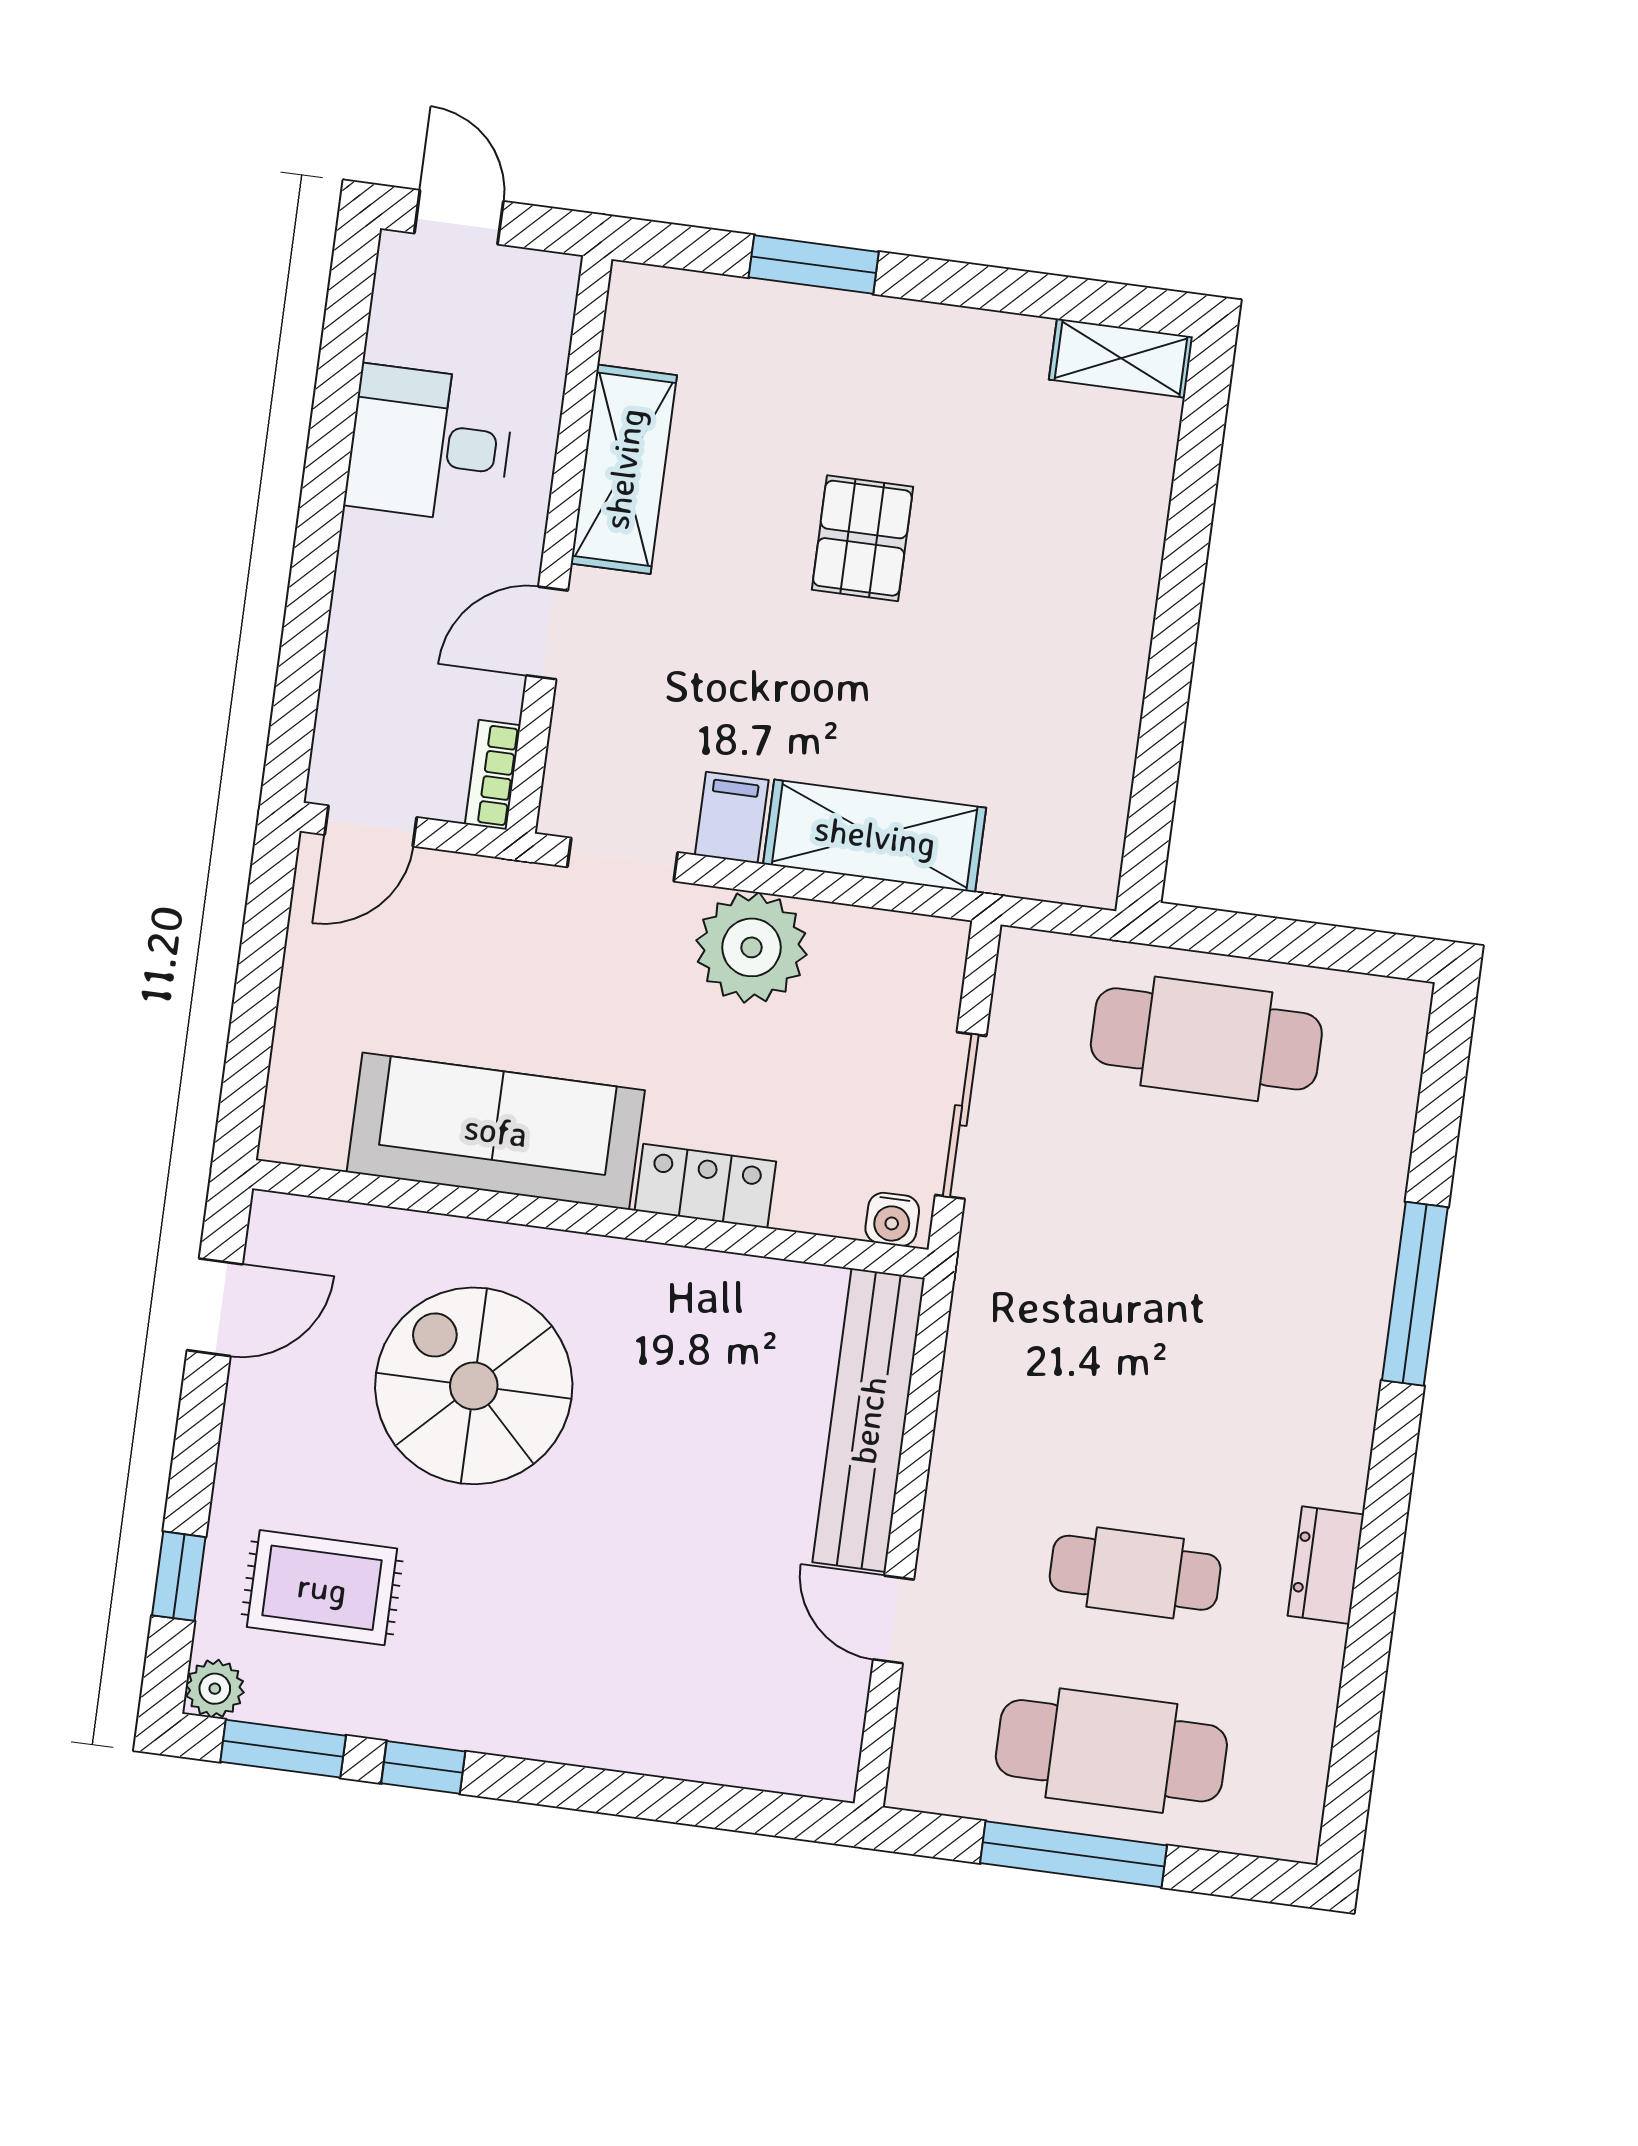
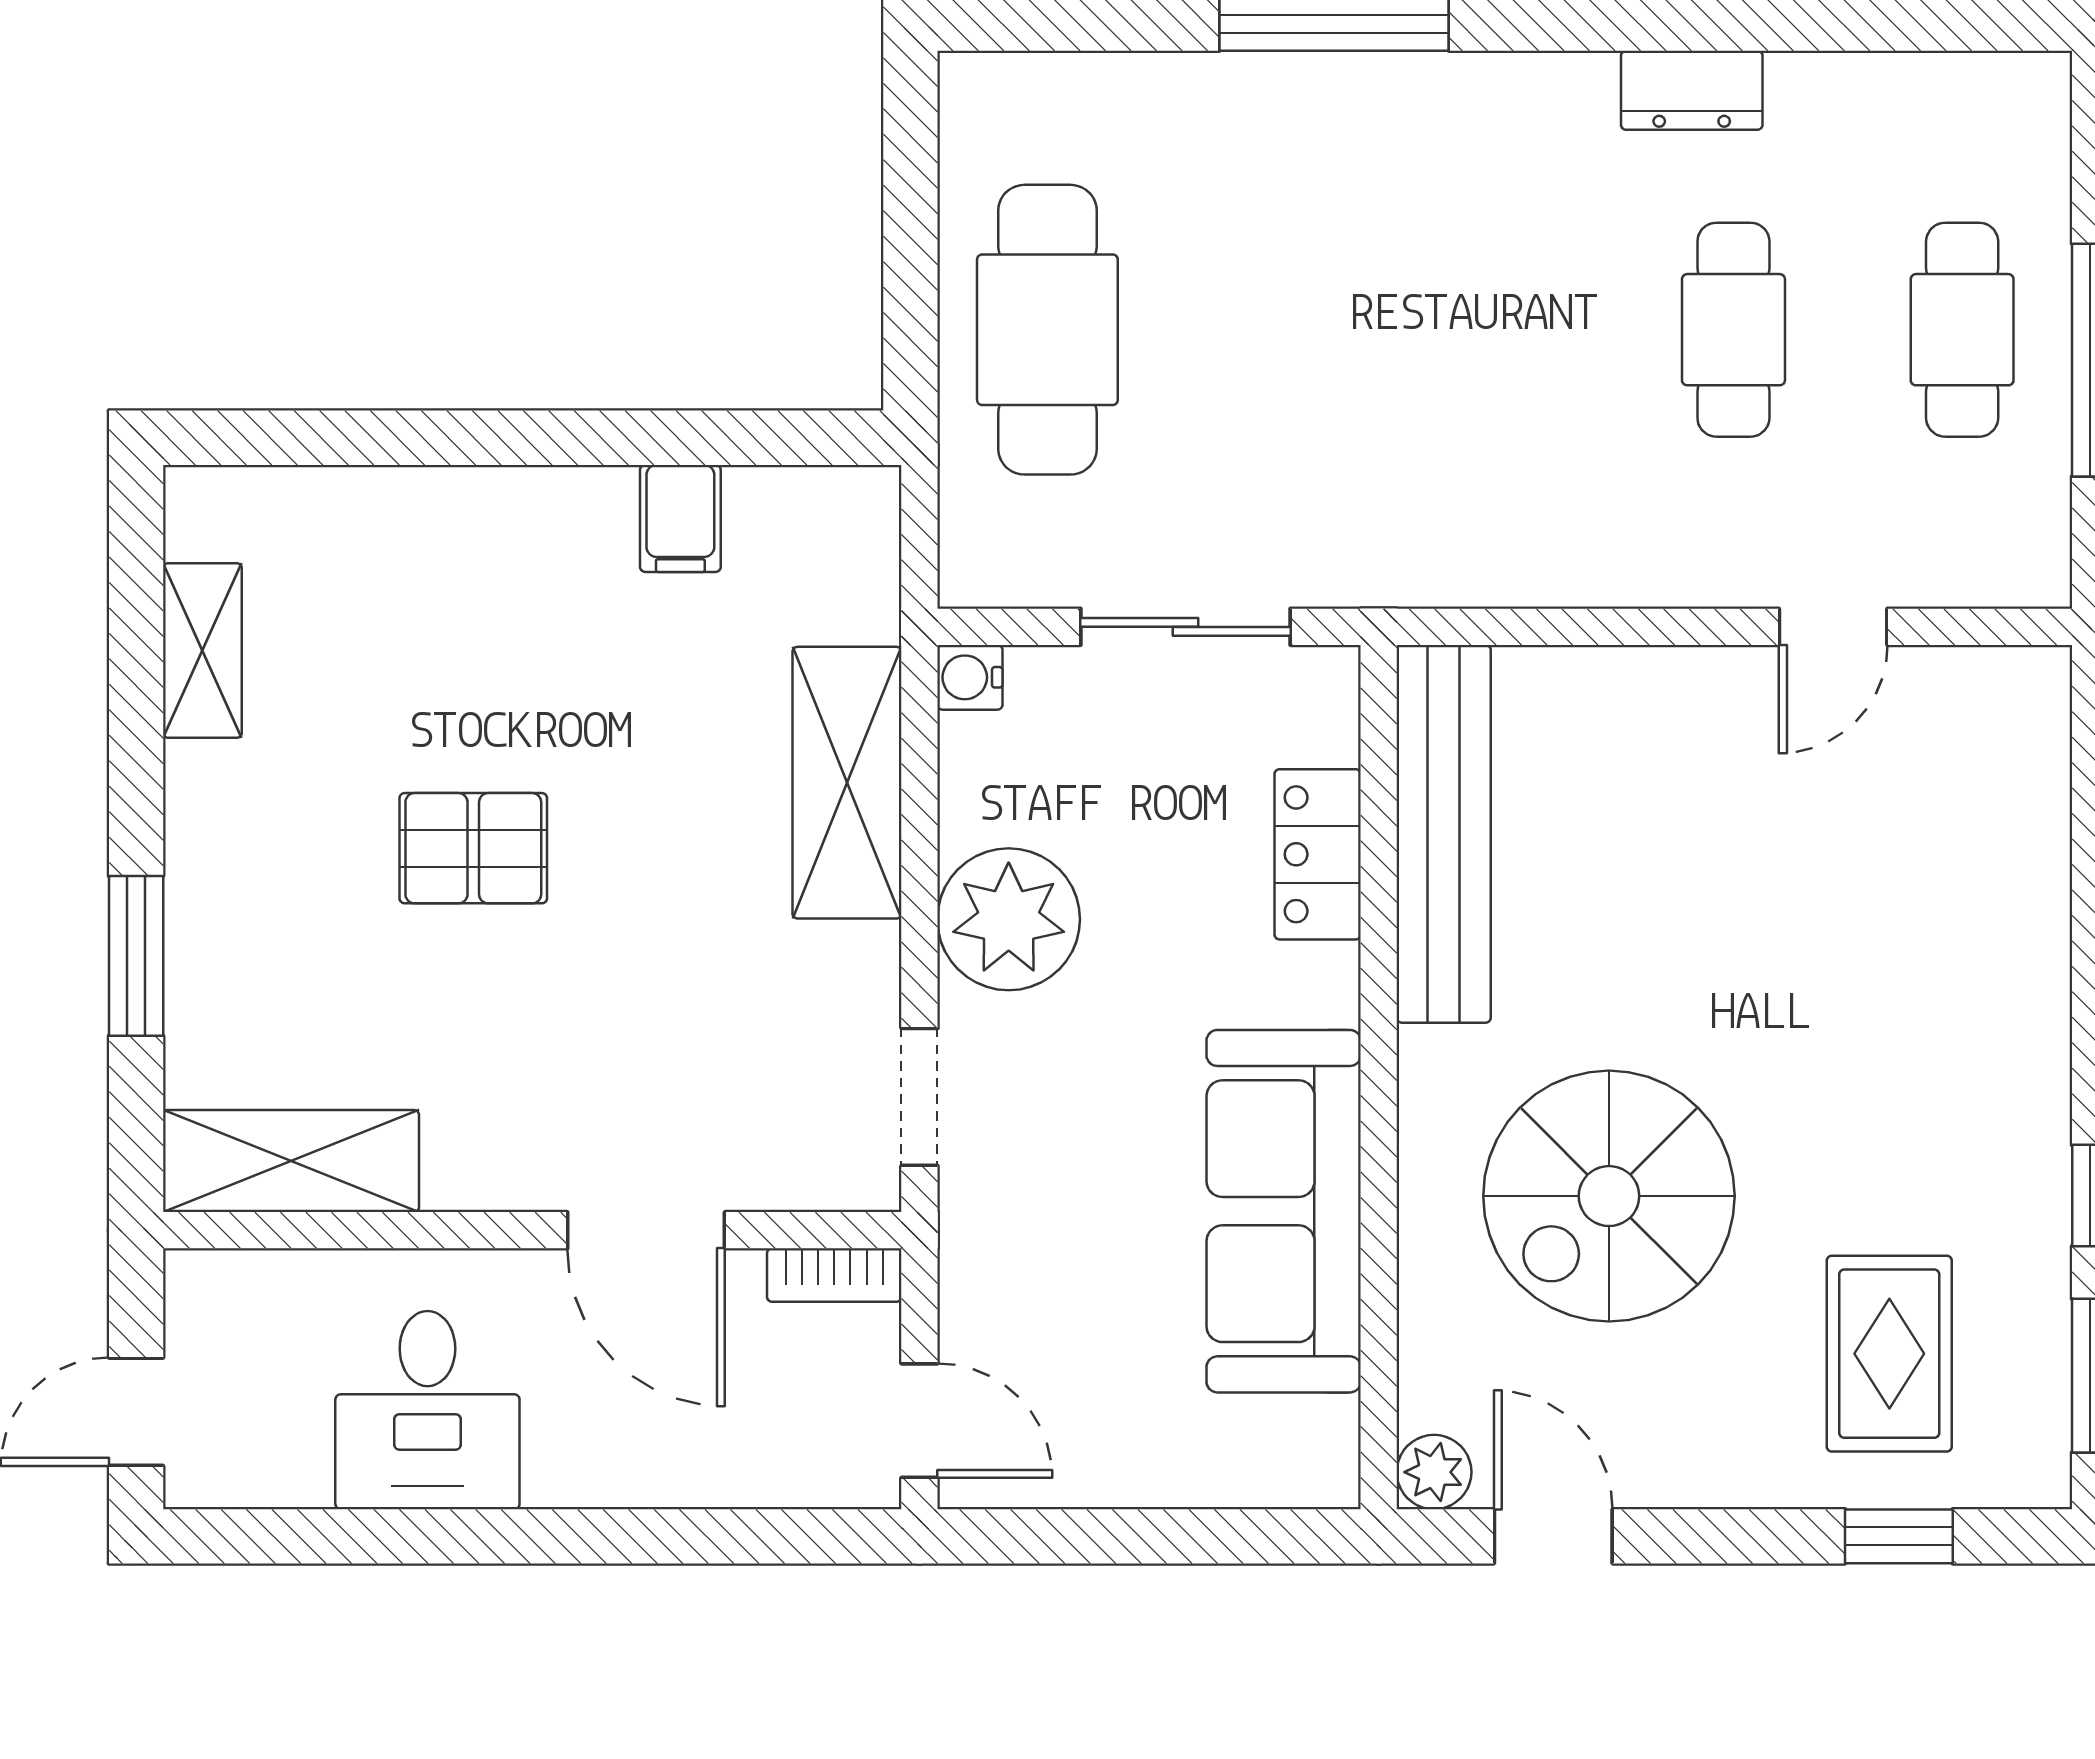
shelving: (1121, 358) -> (202, 651), moved
shelving: (624, 469) -> (291, 1161), moved
door: (547, 633) -> (646, 1230), width x1.38
filing cabinet: (732, 817) -> (680, 518), moved, turned -90
locker: (705, 1186) -> (1318, 854), moved
water cooler: (892, 1219) -> (970, 677), moved, turned 180
bench: (869, 1420) -> (1444, 834), moved, turned 90
plant: (215, 1689) -> (1434, 1472), moved
cafe table: (1111, 1751) -> (1962, 330), width x0.73, depth x0.74

